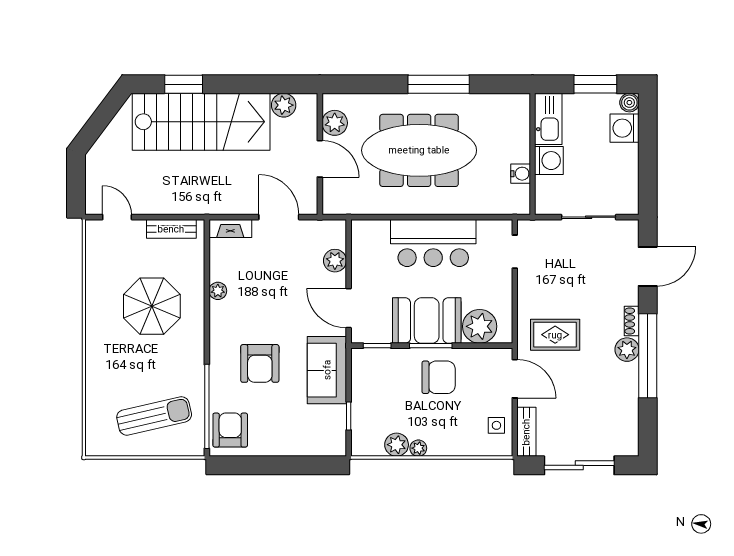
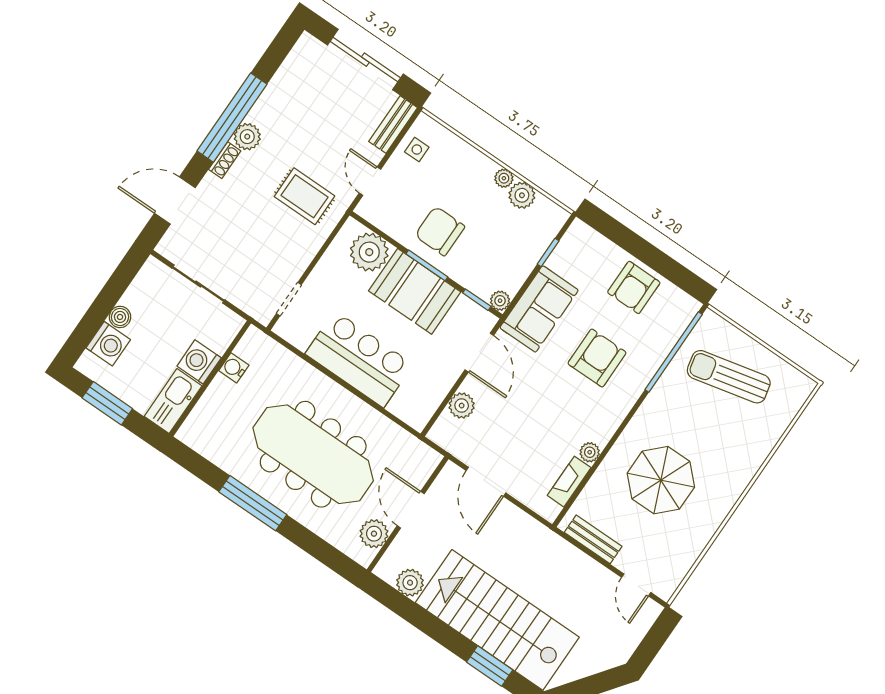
boiler: (629, 103) -> (120, 317), moved
fireplace: (230, 228) -> (569, 482), moved, turned -90
plant: (360, 357) -> (500, 301), added
door: (515, 379) -> (370, 181), width x0.73
armchair: (230, 430) -> (634, 287), moved

